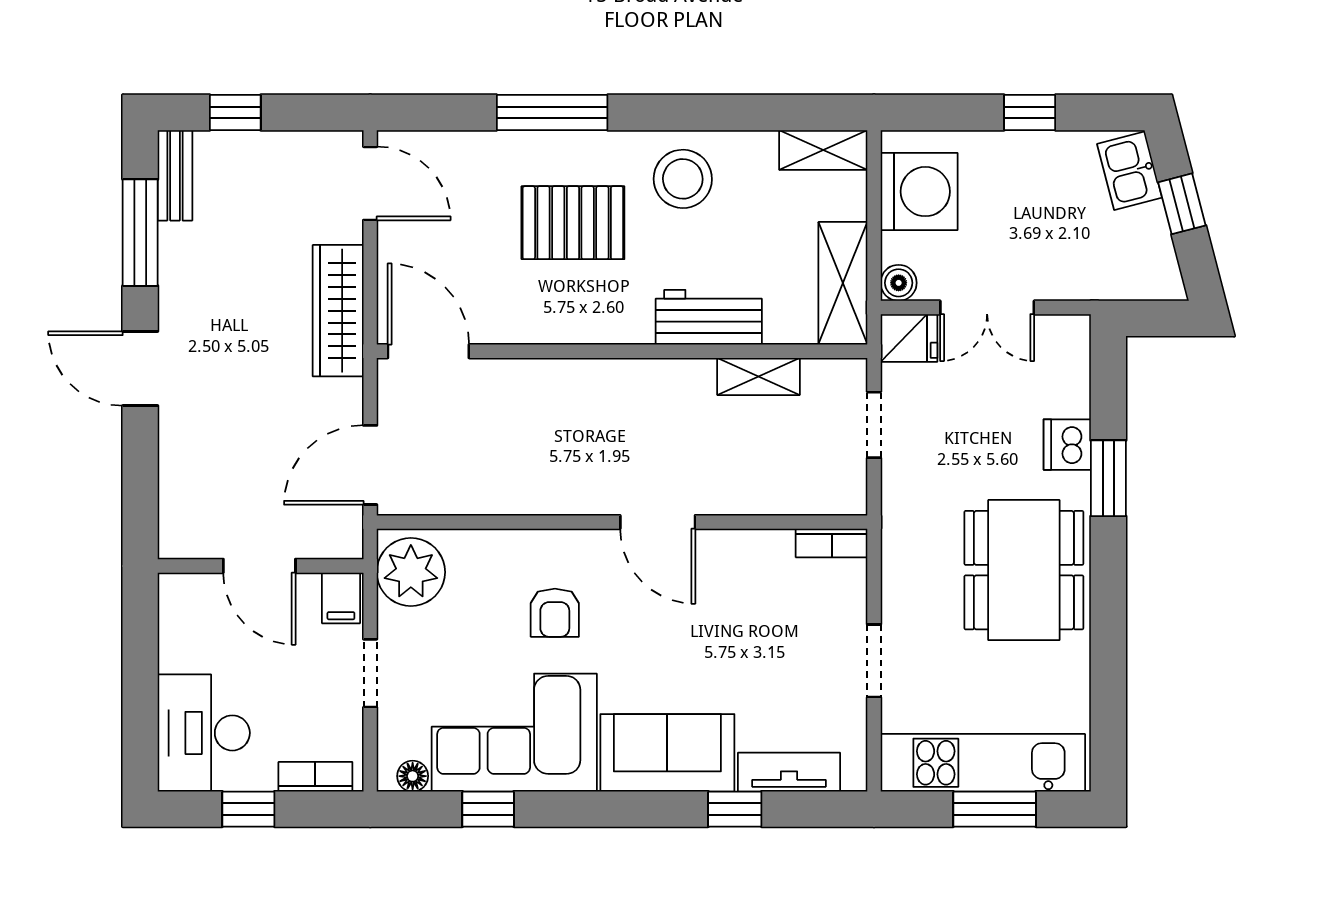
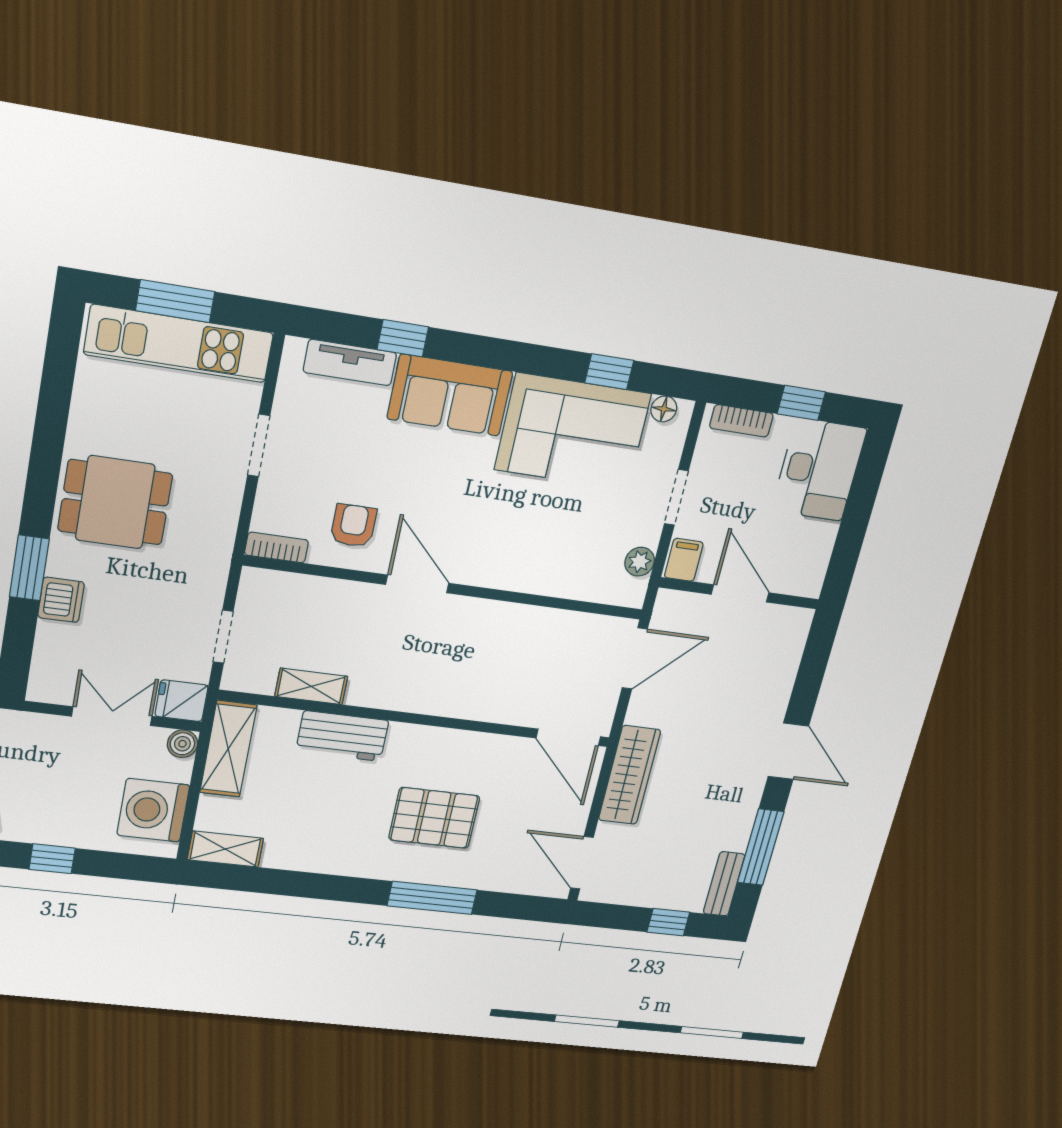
stool: (683, 179) -> (341, 840), removed
dining table: (1024, 570) -> (115, 502), width x0.73
plant: (411, 572) -> (640, 562), width x0.53, depth x0.53
armchair: (555, 613) -> (353, 526), moved

